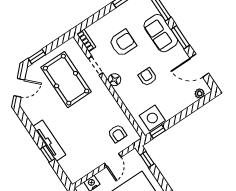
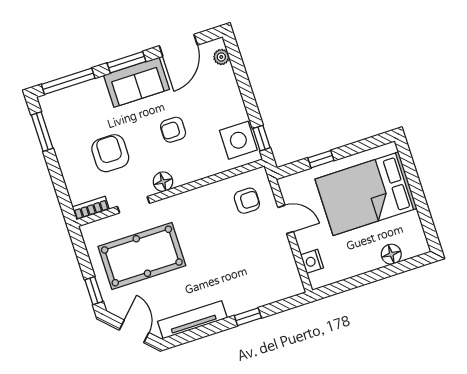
sofa: (161, 33) -> (137, 82), moved
tv unit: (49, 141) -> (192, 320), moved
window: (147, 159) -> (321, 159), moved

